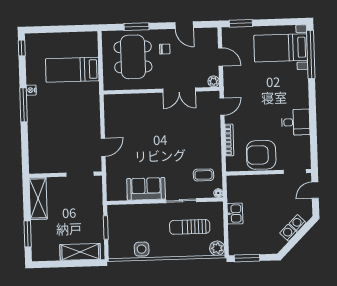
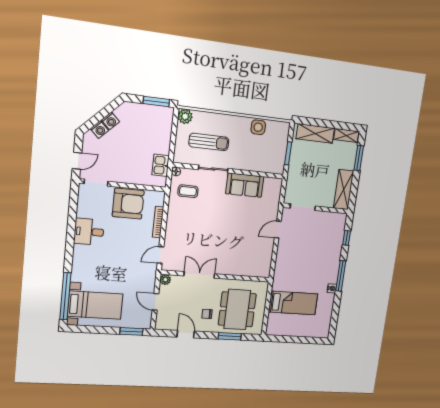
window: (22, 48) -> (347, 238), moved
kitchen sink: (235, 214) -> (161, 165), moved
shelving: (46, 255) -> (346, 135), added

